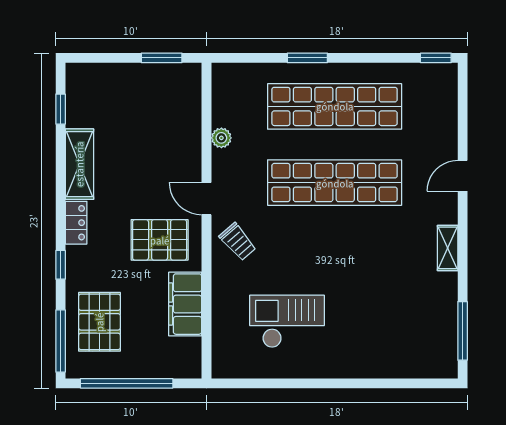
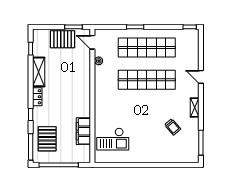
door: (463, 176) -> (201, 77), hinge flipped
door: (207, 199) -> (92, 42), moved
pallet: (160, 240) -> (62, 39), moved
trolley: (238, 242) -> (173, 127), moved
checkout: (287, 321) -> (113, 139), moved, turned 180

